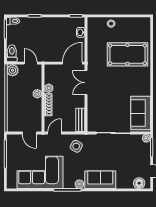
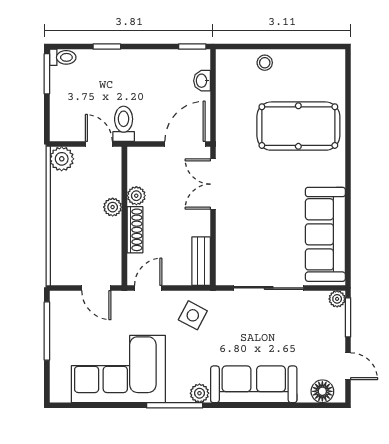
toilet: (12, 53) -> (124, 124), moved
sofa: (141, 113) -> (325, 234), width x1.36
sofa: (100, 180) -> (254, 384), width x1.36

